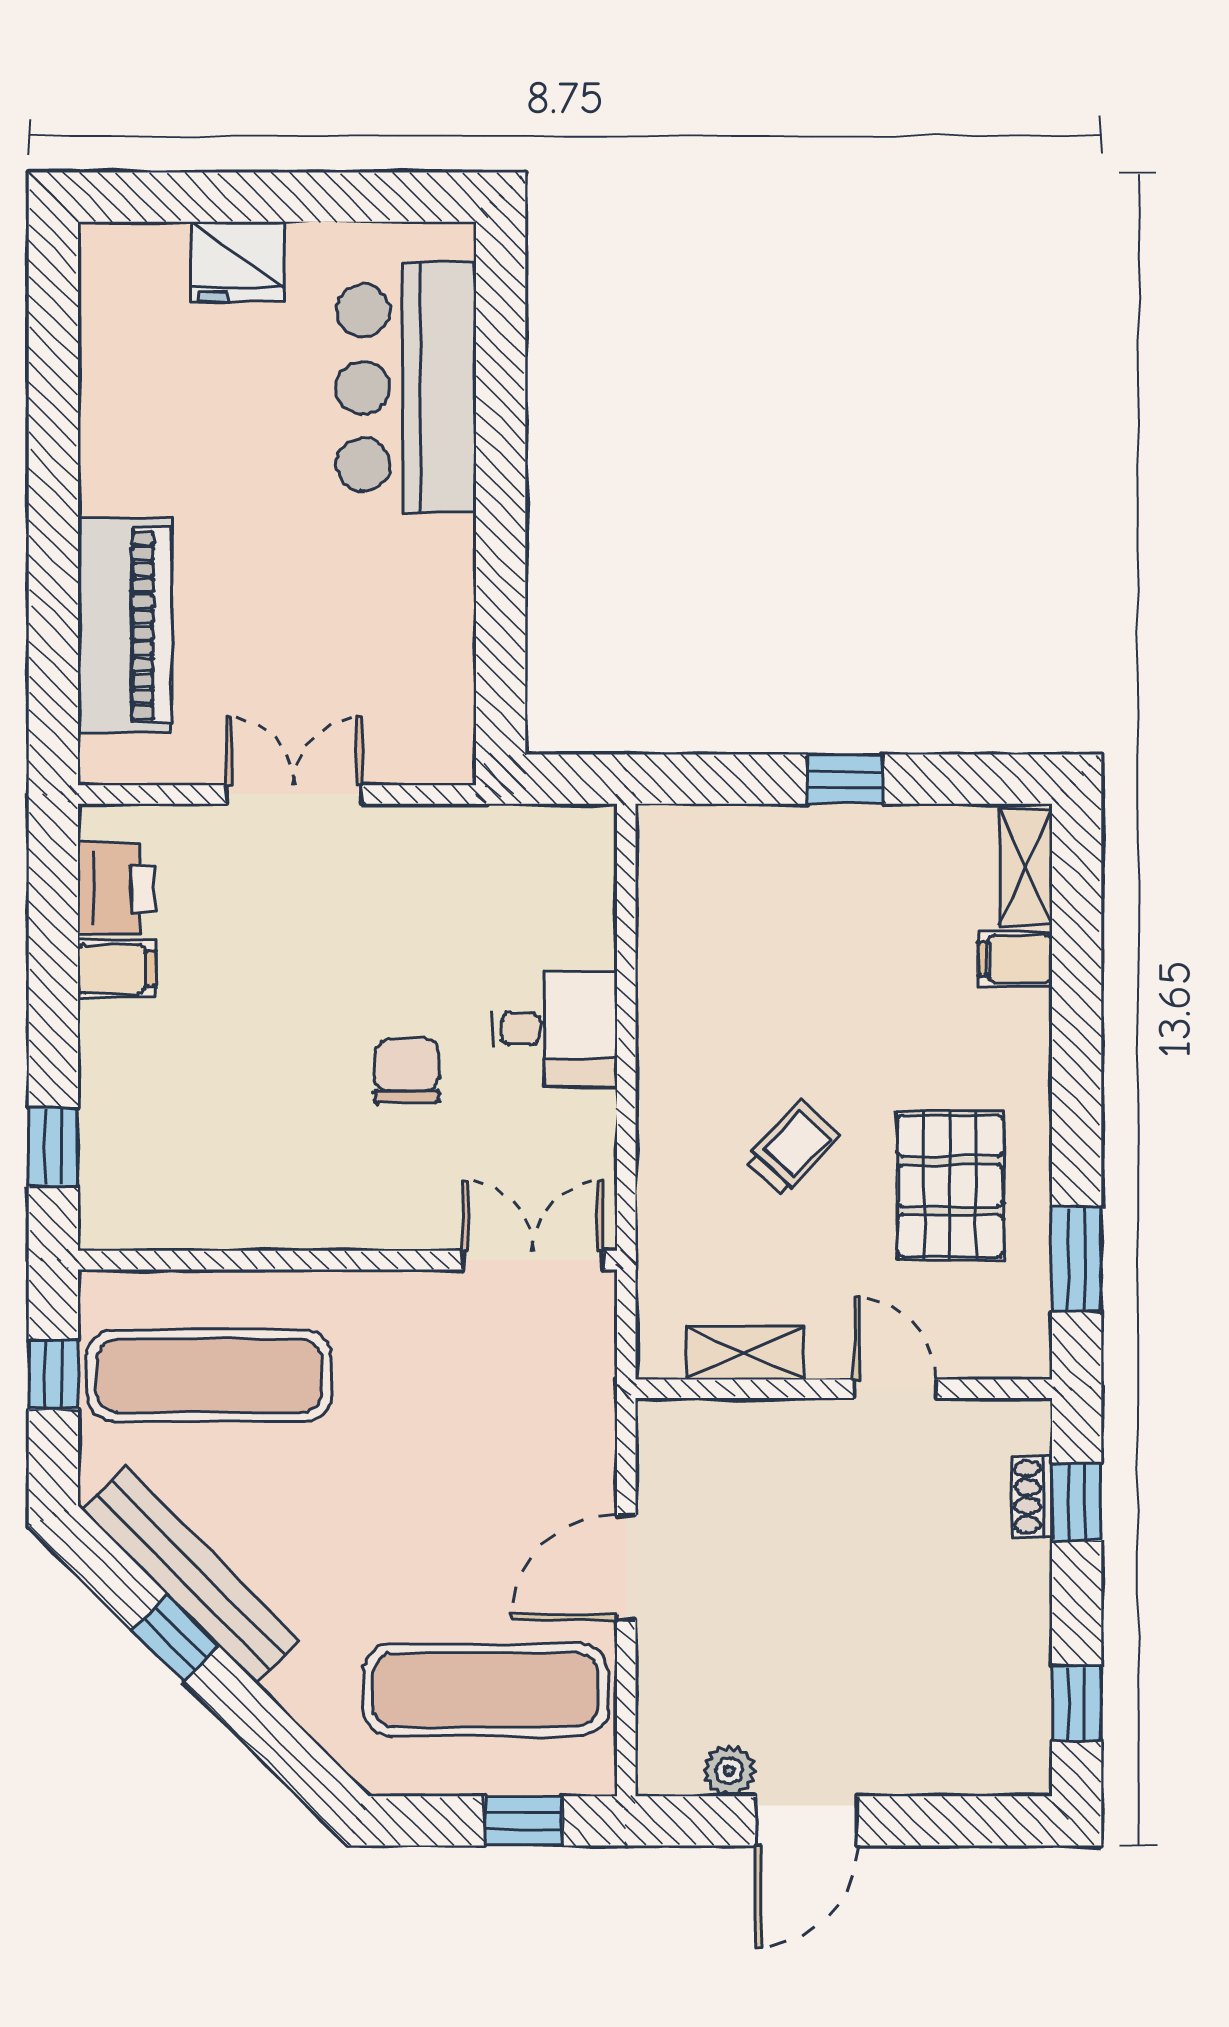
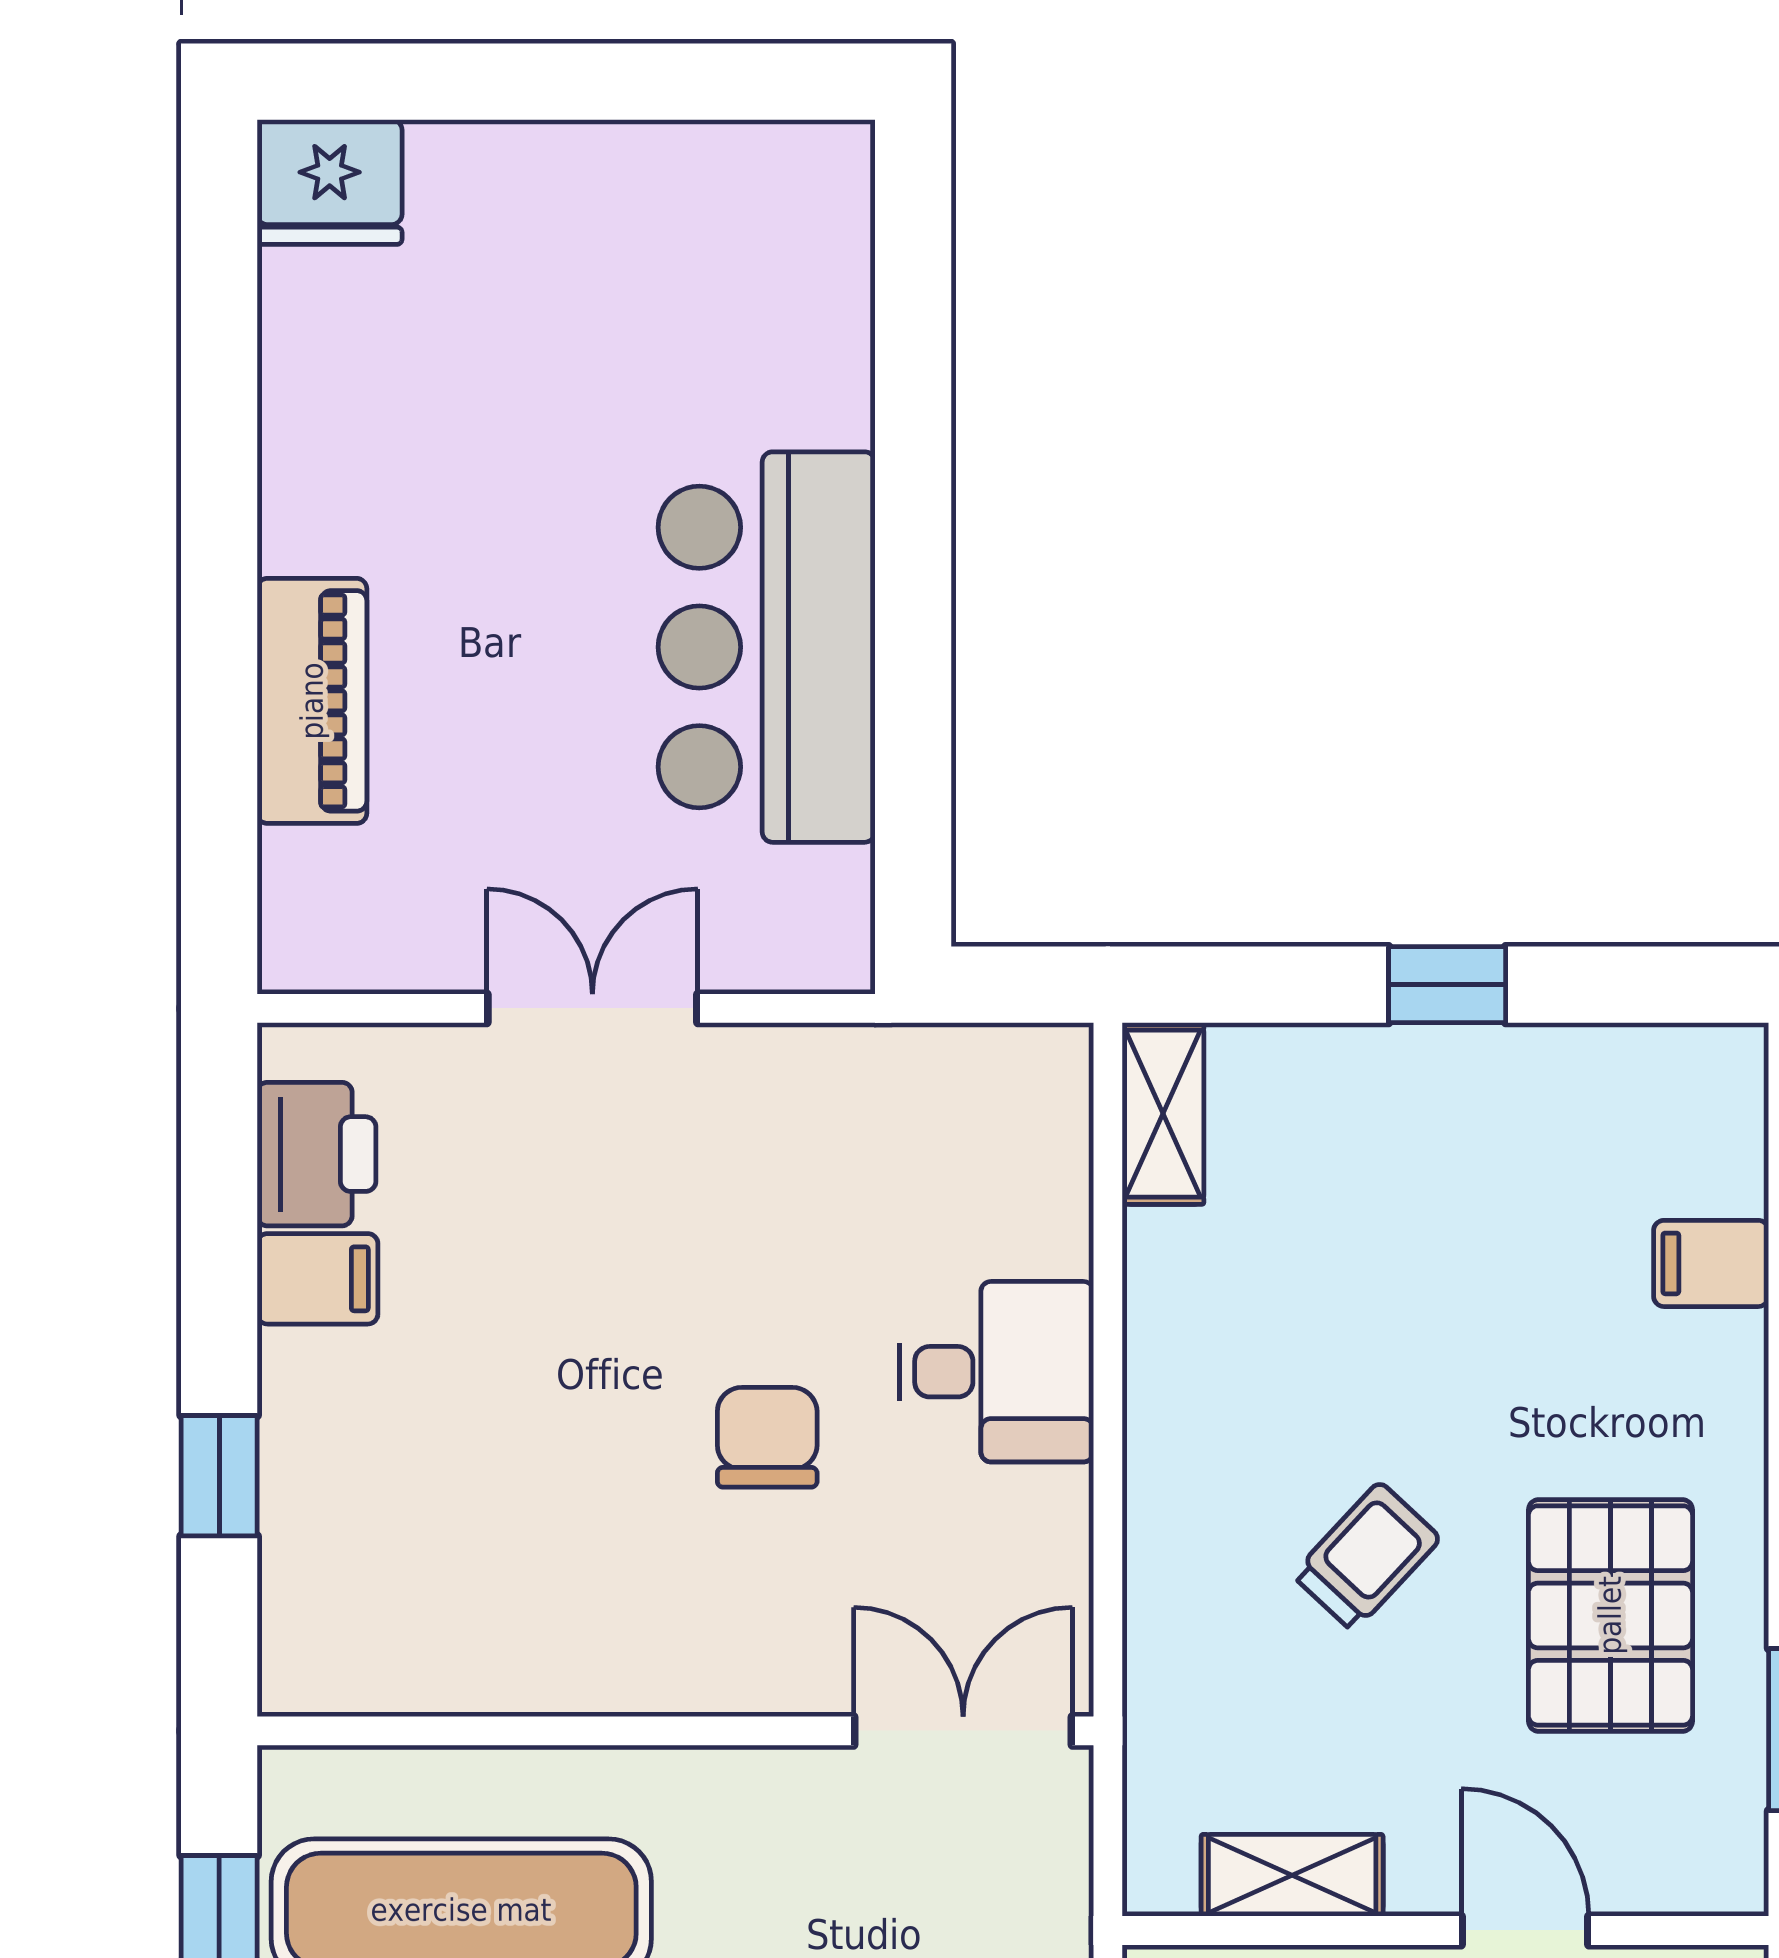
fridge: (237, 262) -> (330, 182), moved
bar counter: (406, 388) -> (767, 647), moved
piano: (125, 625) -> (312, 701), width x0.73, depth x0.75
shelving: (1026, 868) -> (1163, 1114), moved
window: (53, 1147) -> (219, 1476), moved

